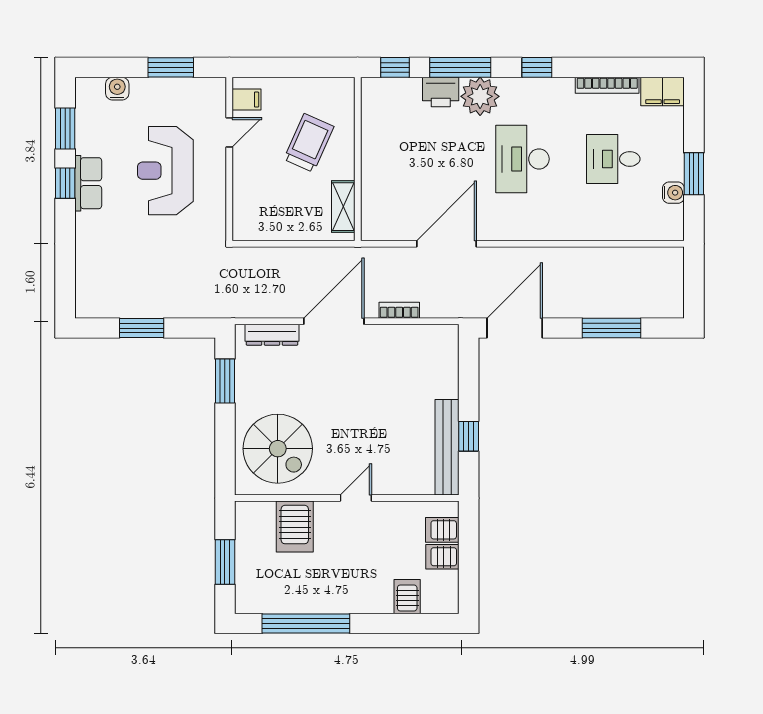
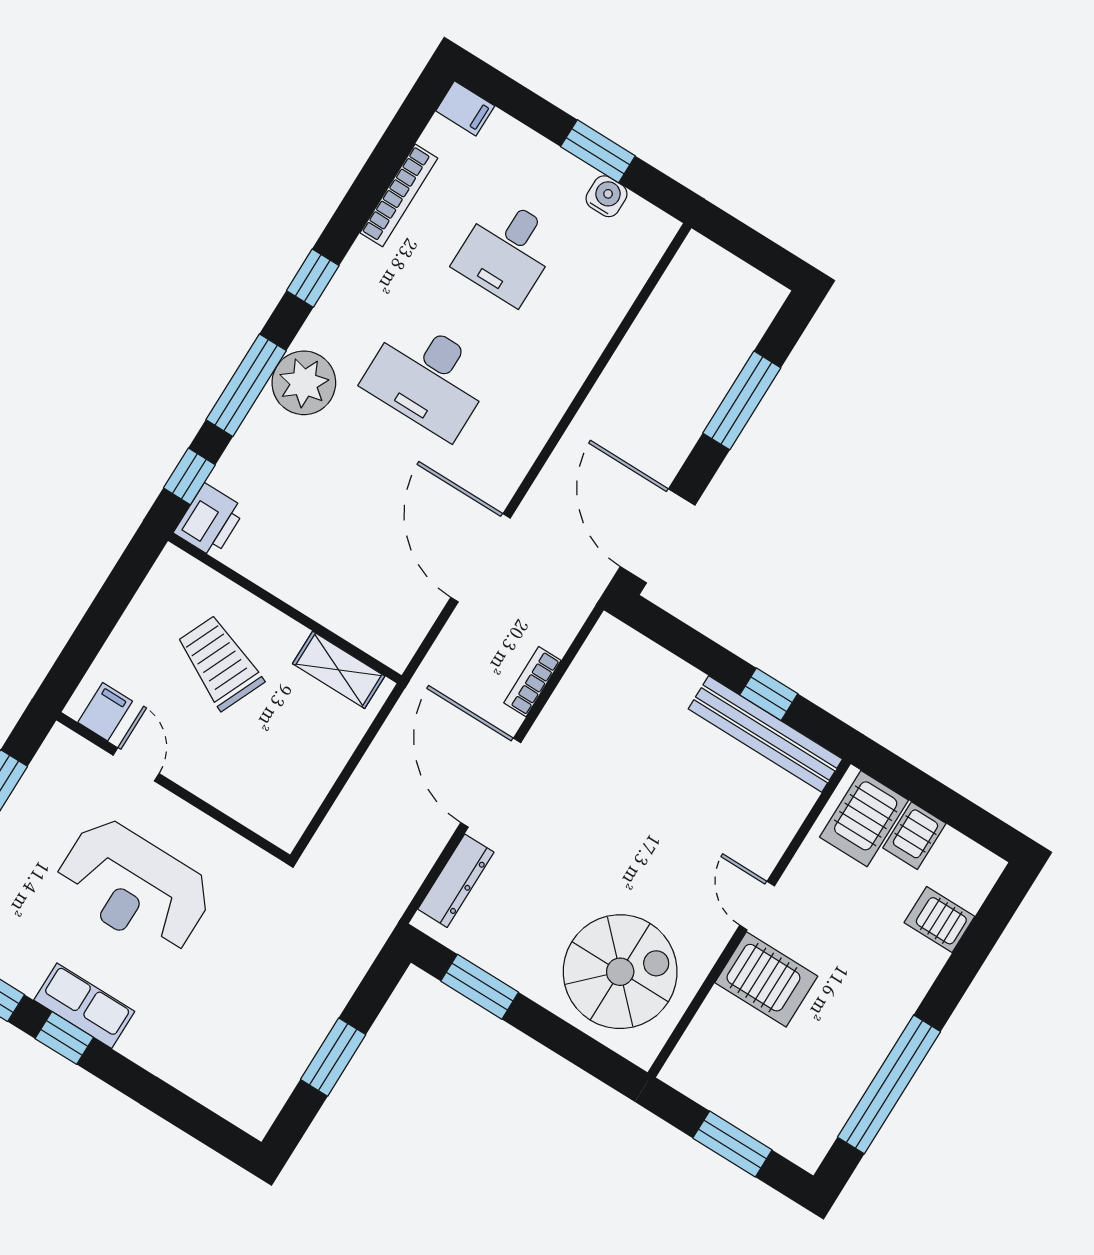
printer: (441, 92) -> (210, 521), moved
filing cabinet: (663, 92) -> (465, 108), width x0.50
server rack: (295, 527) -> (766, 979), moved
server rack: (442, 530) -> (864, 819), width x1.36, depth x1.44

